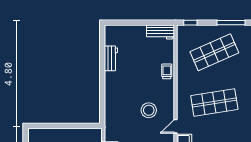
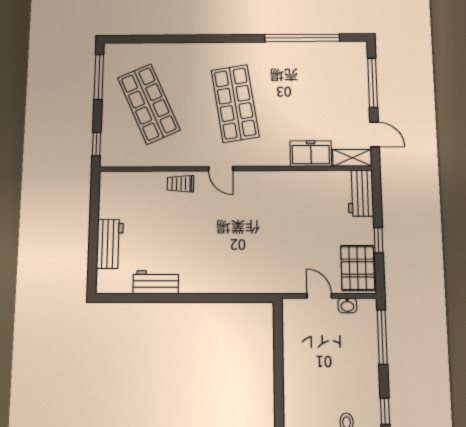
workbench: (160, 32) -> (110, 244), moved
stool: (149, 110) -> (249, 215), removed
door: (176, 126) -> (221, 169), moved

